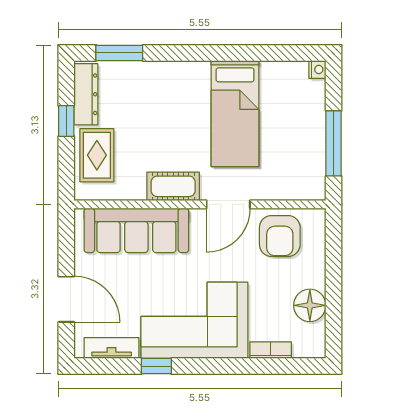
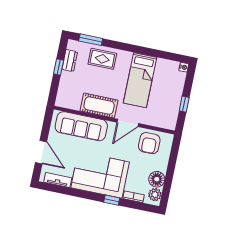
dresser: (86, 94) -> (70, 61), width x0.70
window: (334, 143) -> (184, 104), width x0.46
rug: (97, 155) -> (102, 59), moved, turned 90
cot: (173, 186) -> (99, 106), width x1.37, depth x1.34
plant: (313, 337) -> (155, 195), added
window: (156, 366) -> (112, 200), moved

